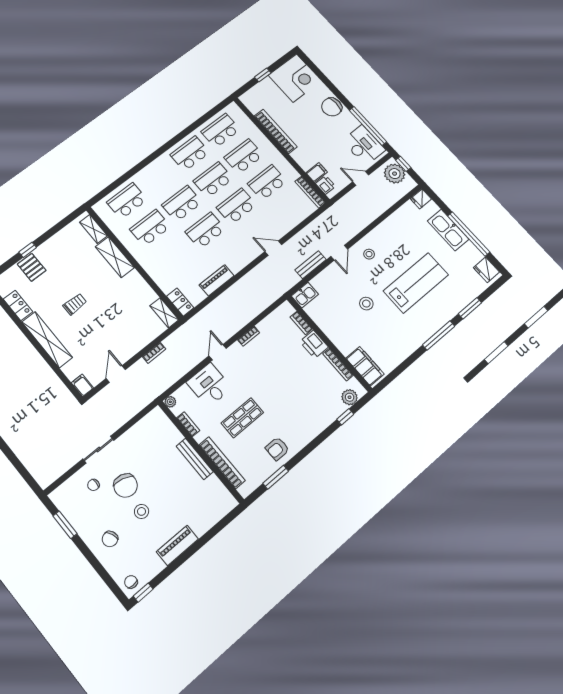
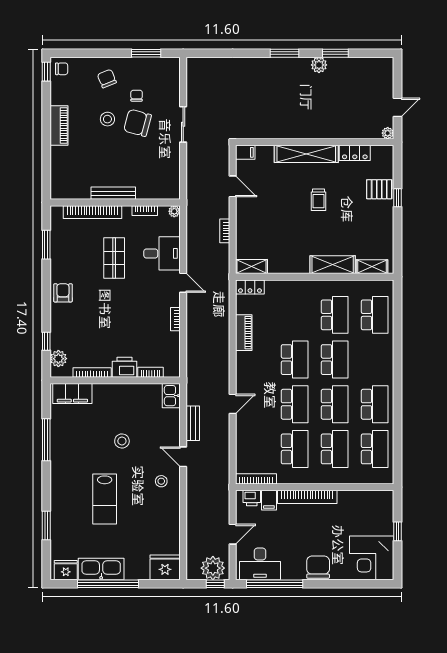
bookcase: (276, 131) -> (307, 497), moved
fridge: (421, 199) -> (165, 567), width x1.88, depth x1.34
kitchen sink: (448, 230) -> (101, 569), moved
lab bench: (416, 283) -> (105, 499), width x0.73, depth x0.72
window: (439, 335) -> (46, 440), moved
armchair: (277, 449) -> (63, 293), moved
chair: (93, 485) -> (137, 96), moved

